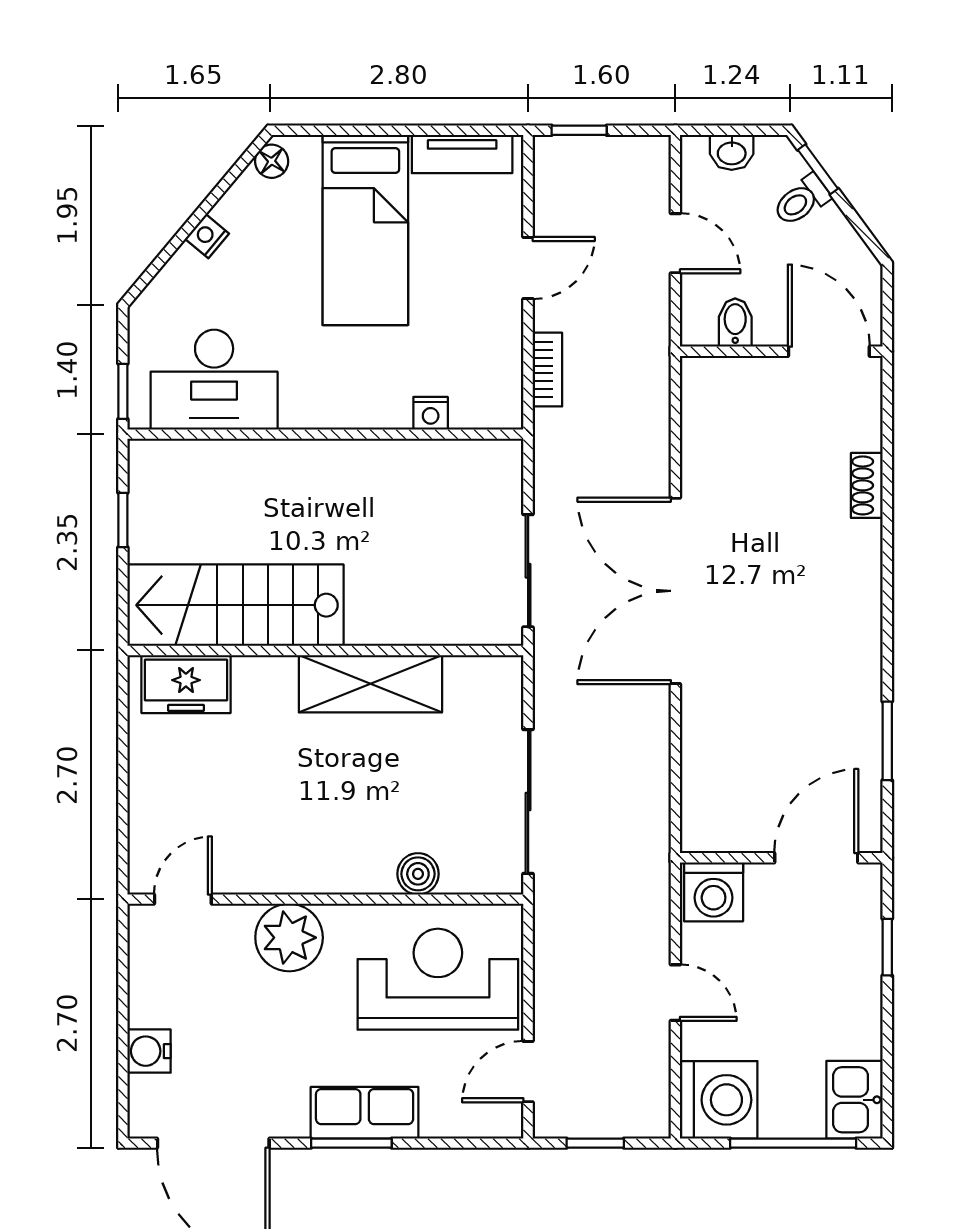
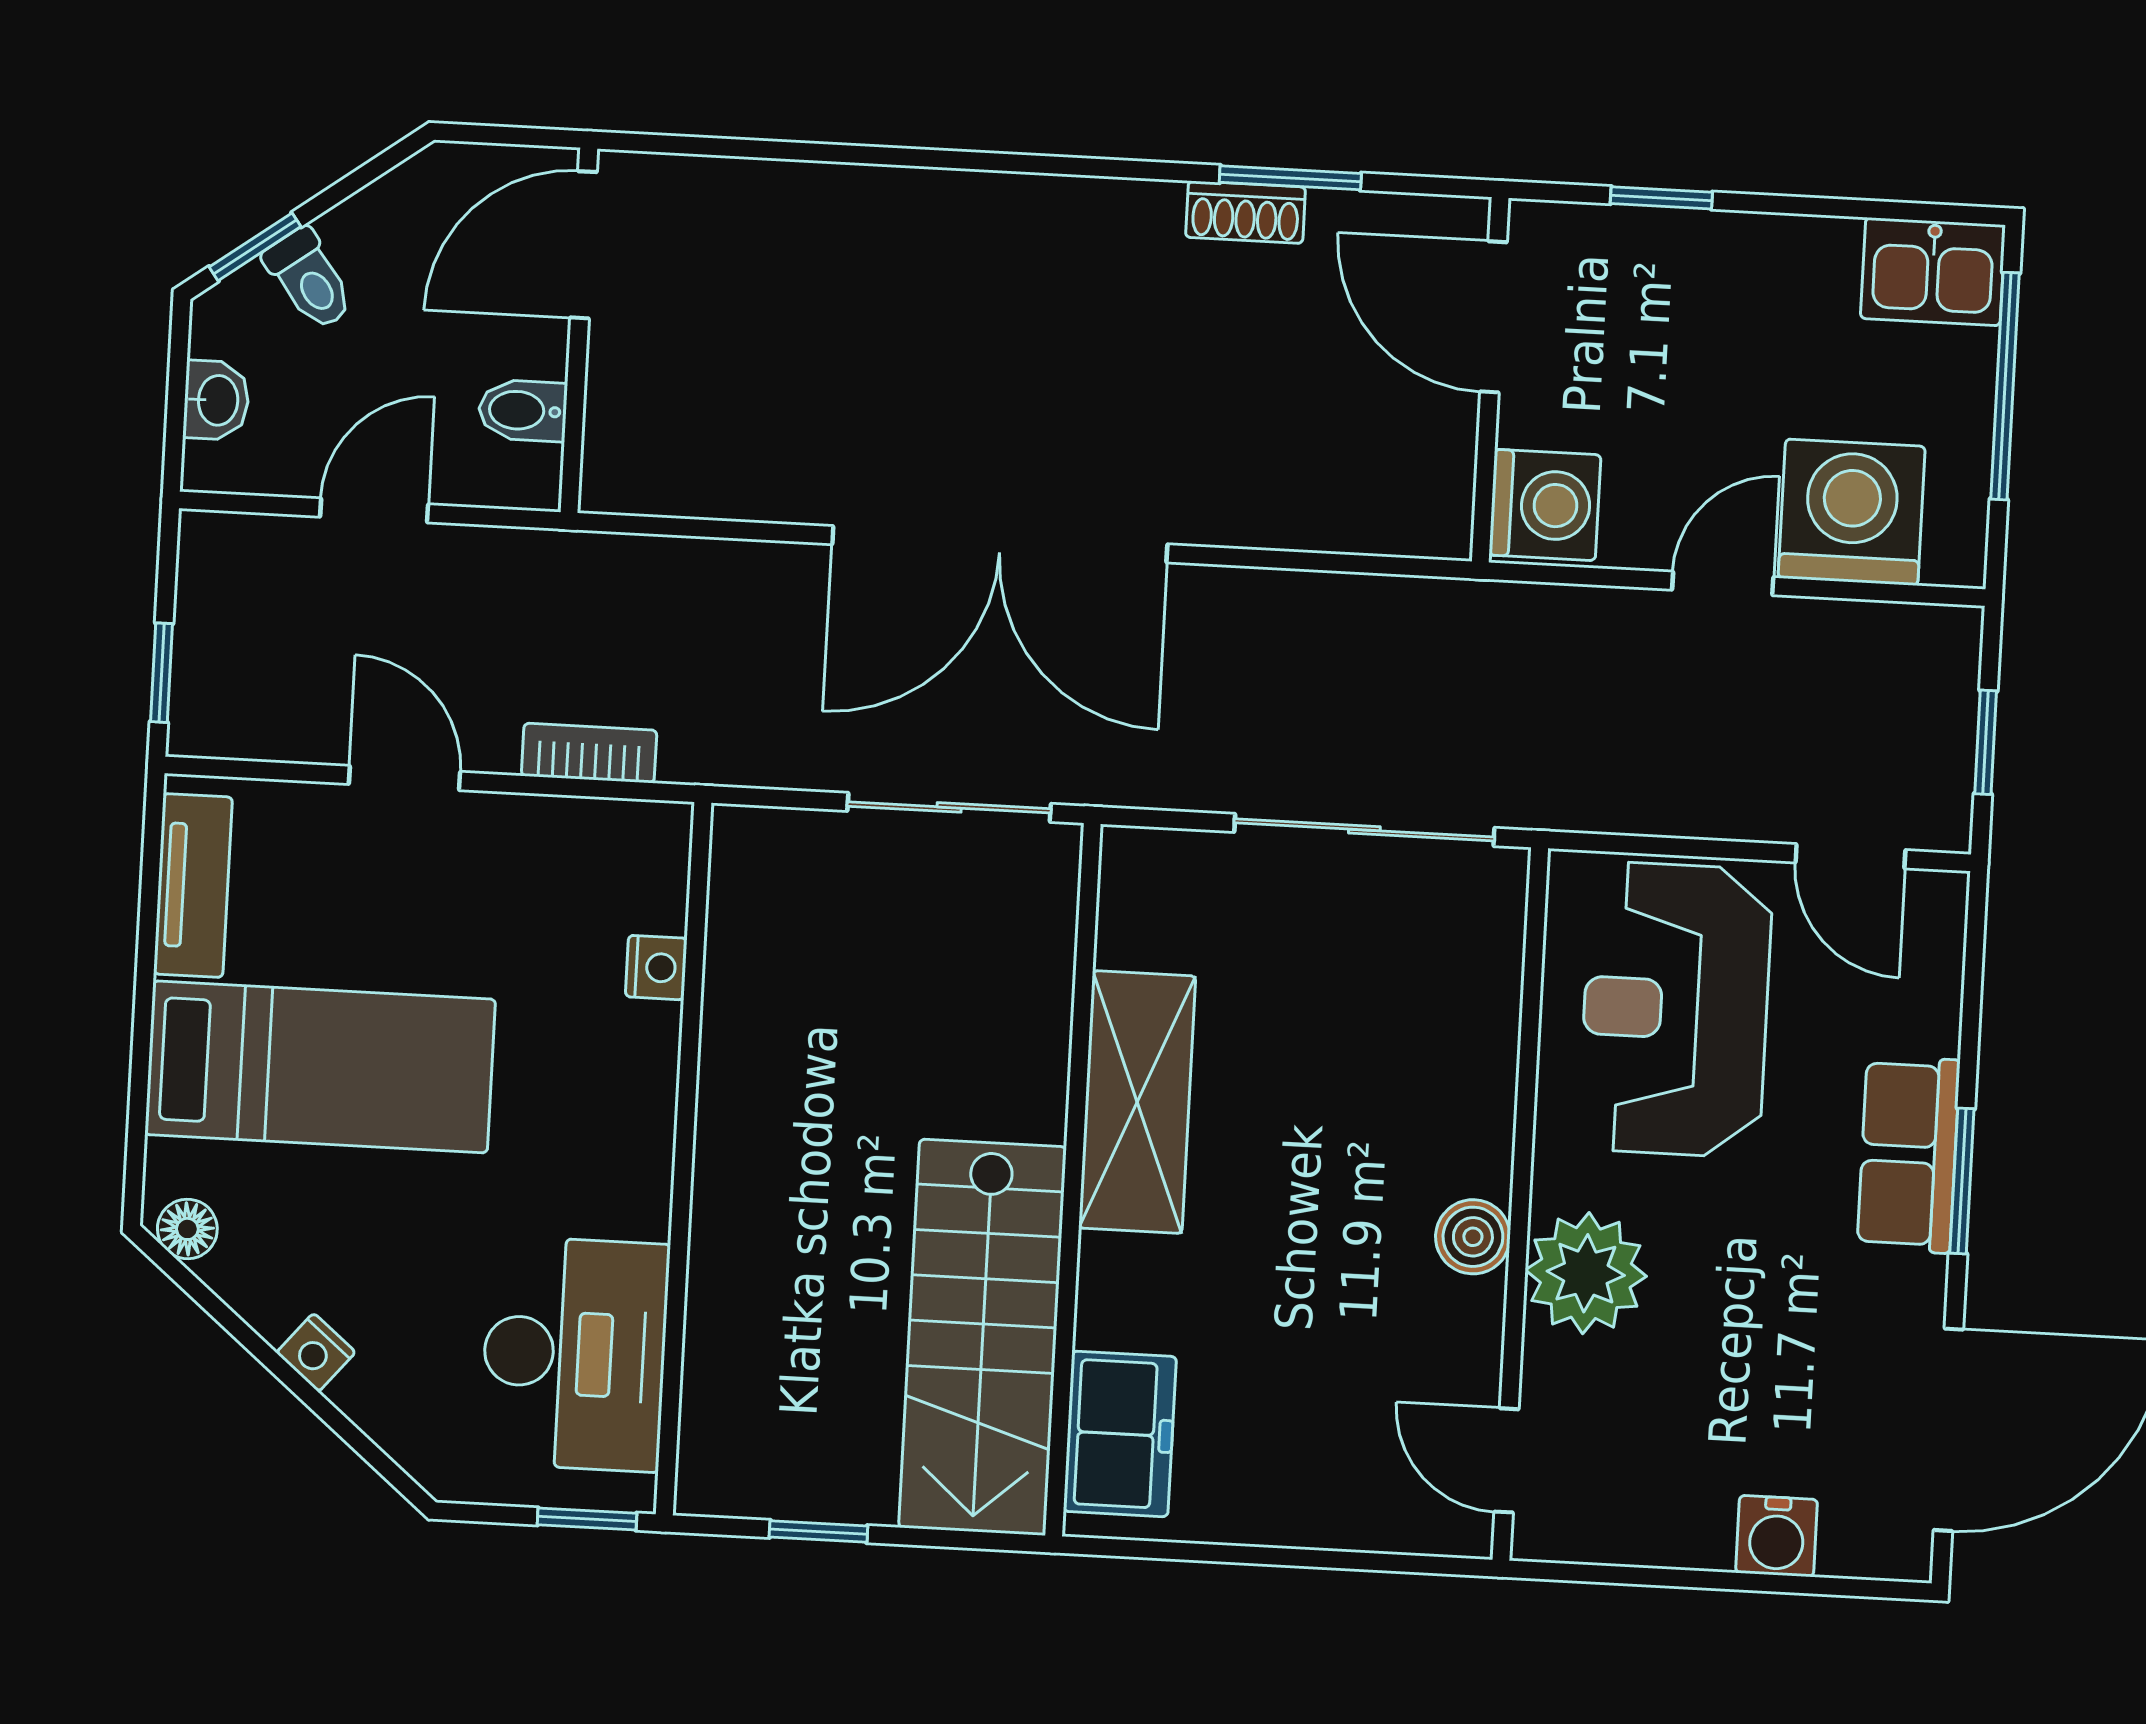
shoe rack: (867, 485) -> (1246, 212), moved
boiler: (418, 874) -> (1473, 1237), moved
washing machine: (719, 1100) -> (1852, 512), moved

